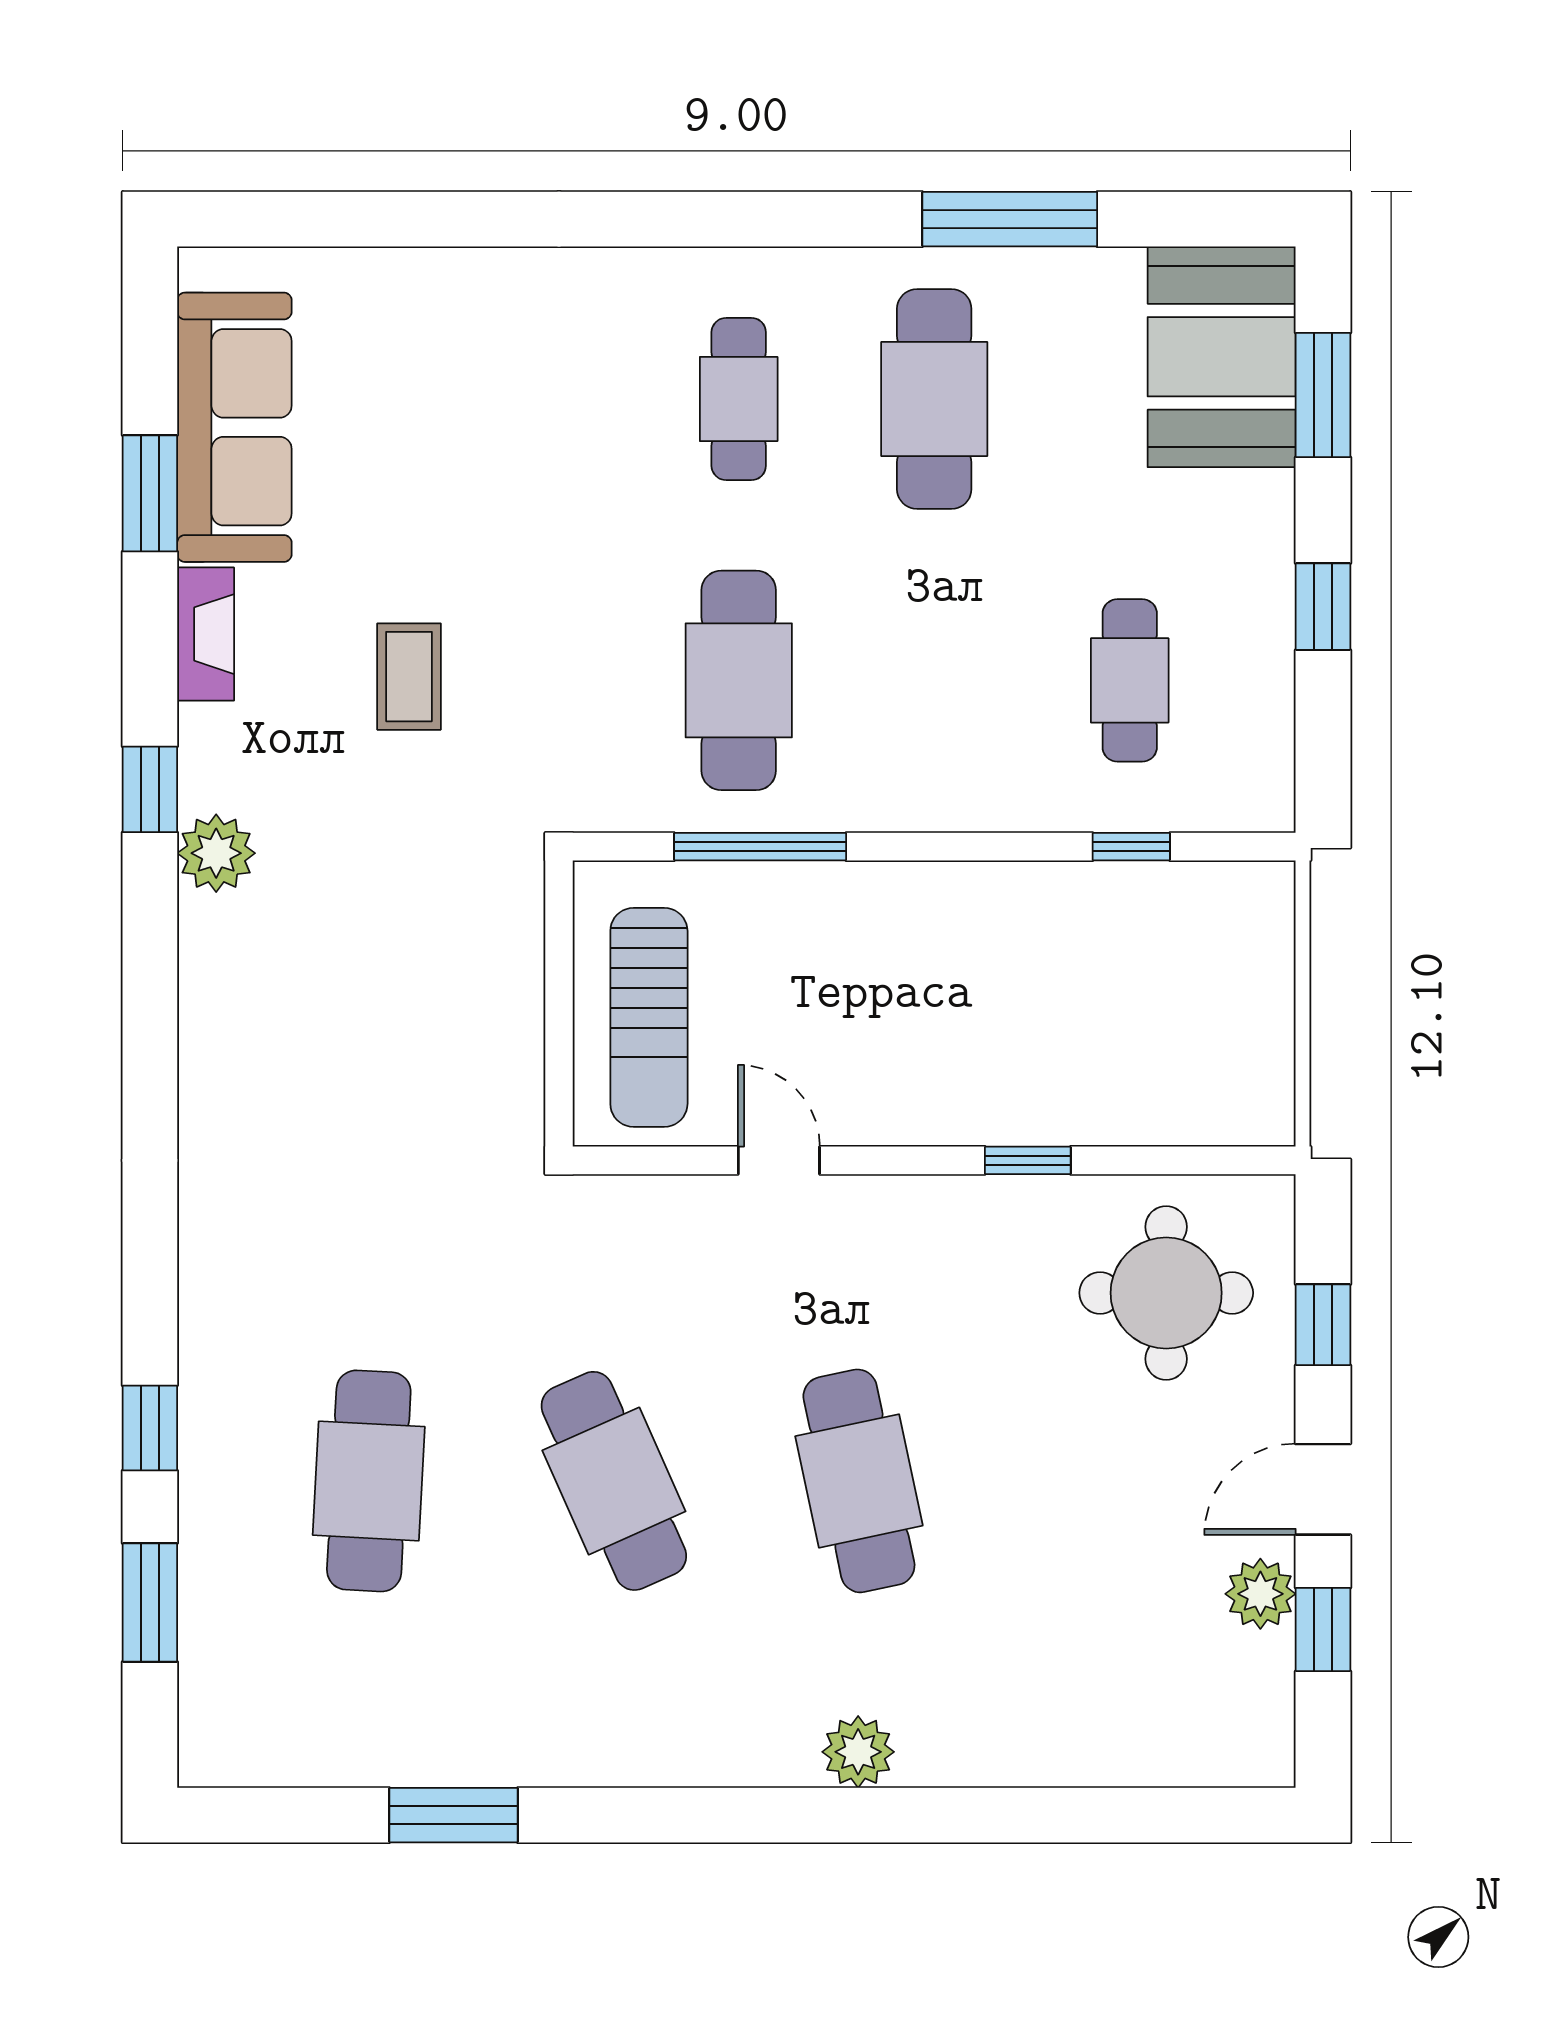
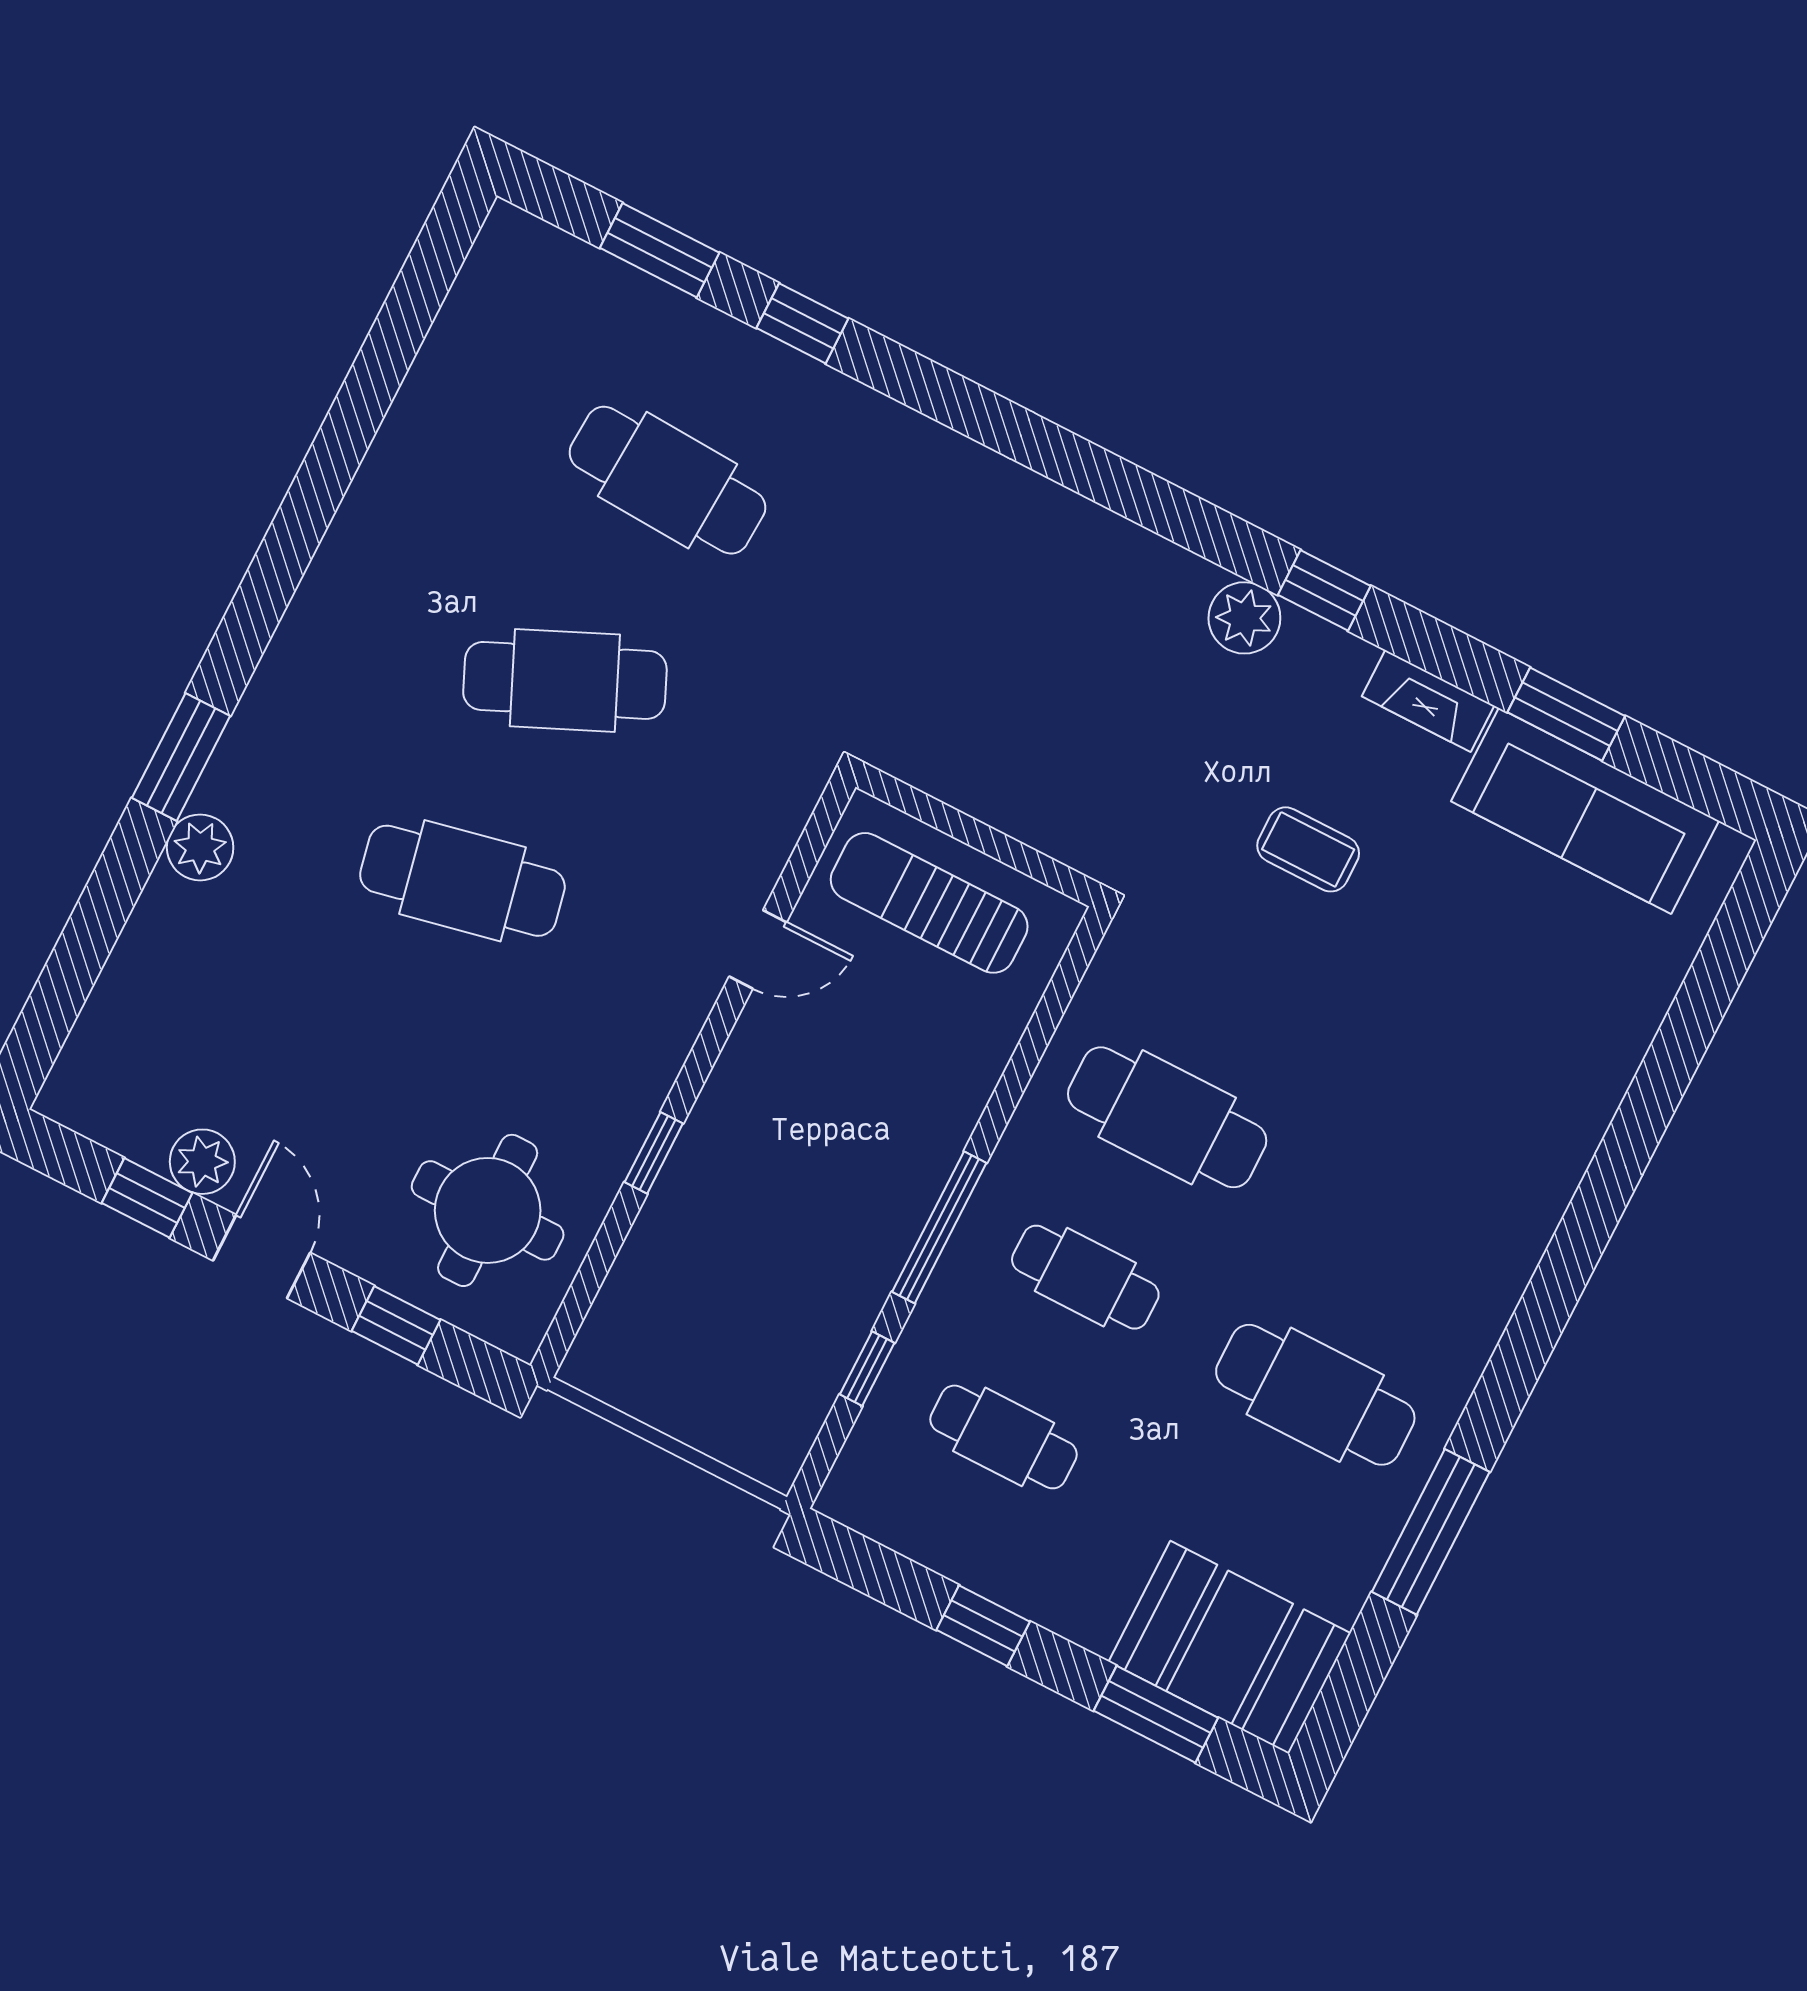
cafe table: (739, 399) -> (1085, 1277), moved
window: (760, 847) -> (939, 1227), moved
plant: (858, 1752) -> (200, 847), moved
window: (454, 1815) -> (181, 757), moved

